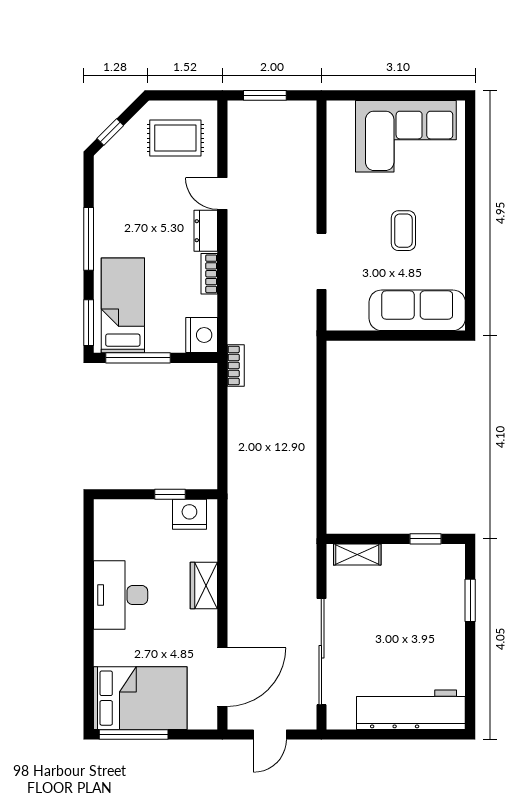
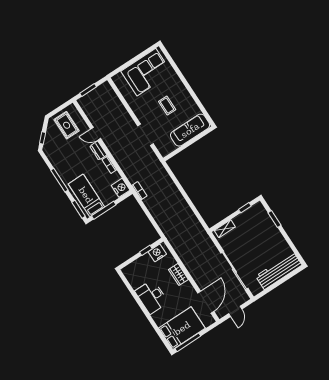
rug: (175, 138) -> (67, 125), turned 90

